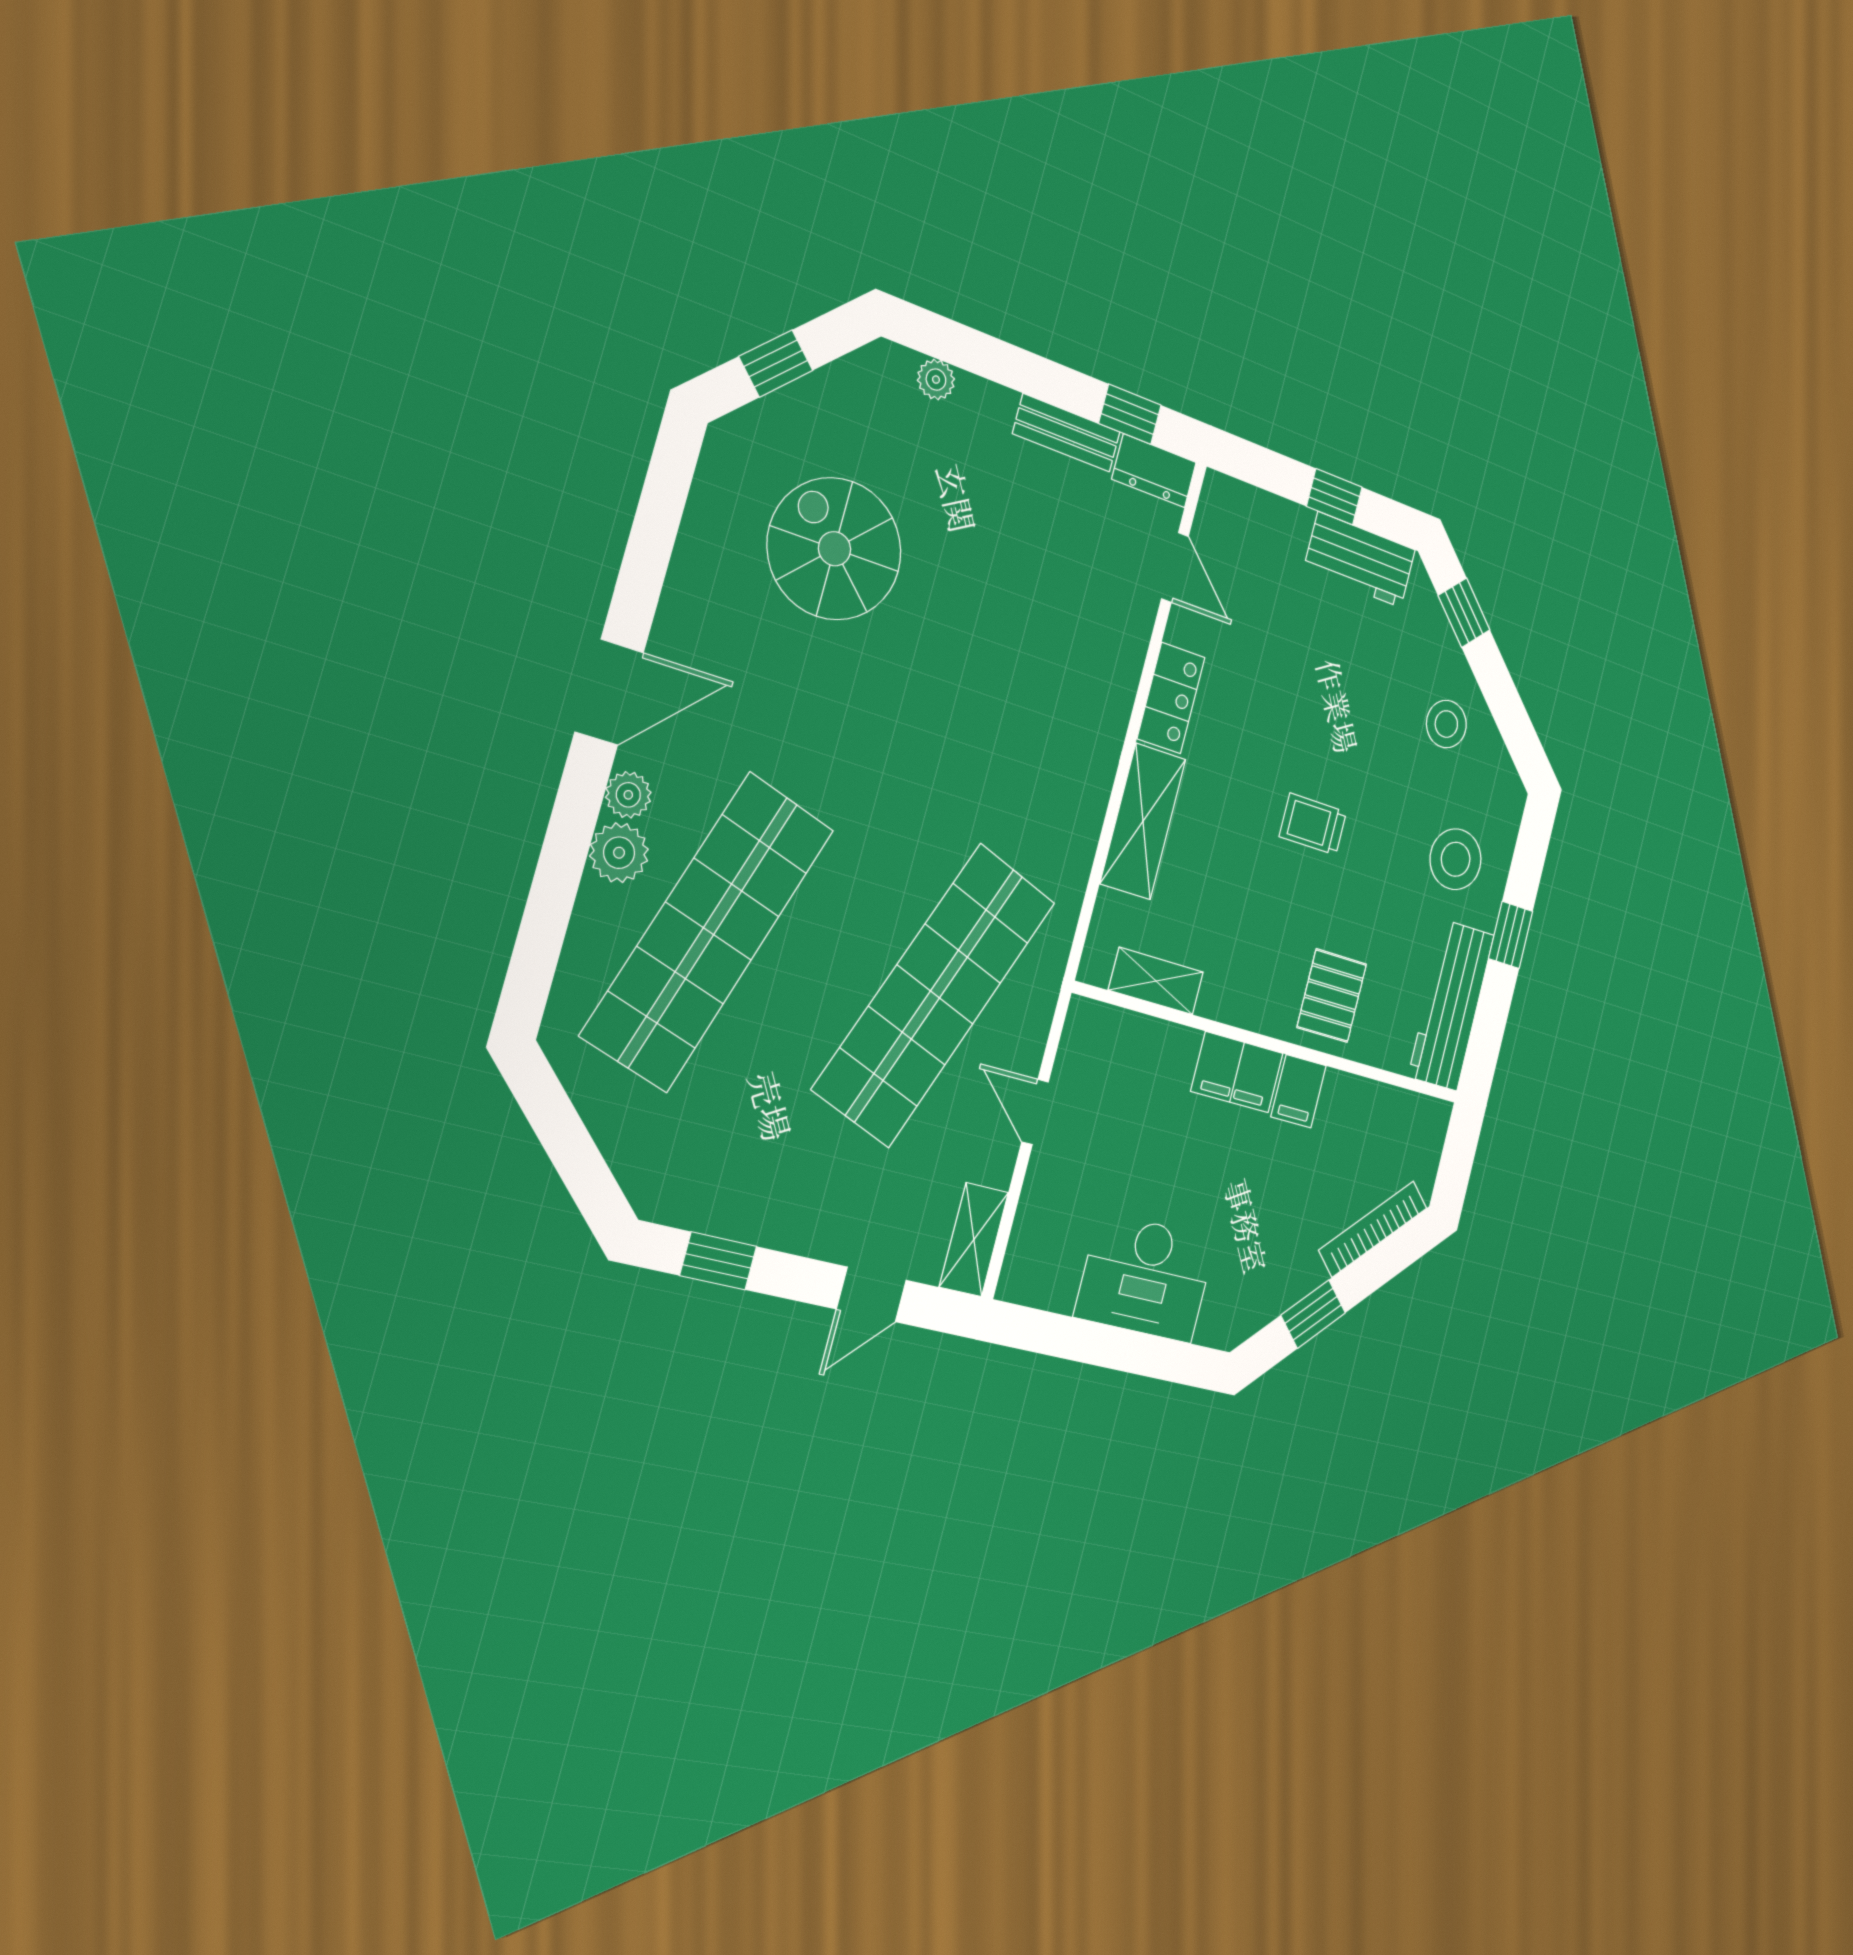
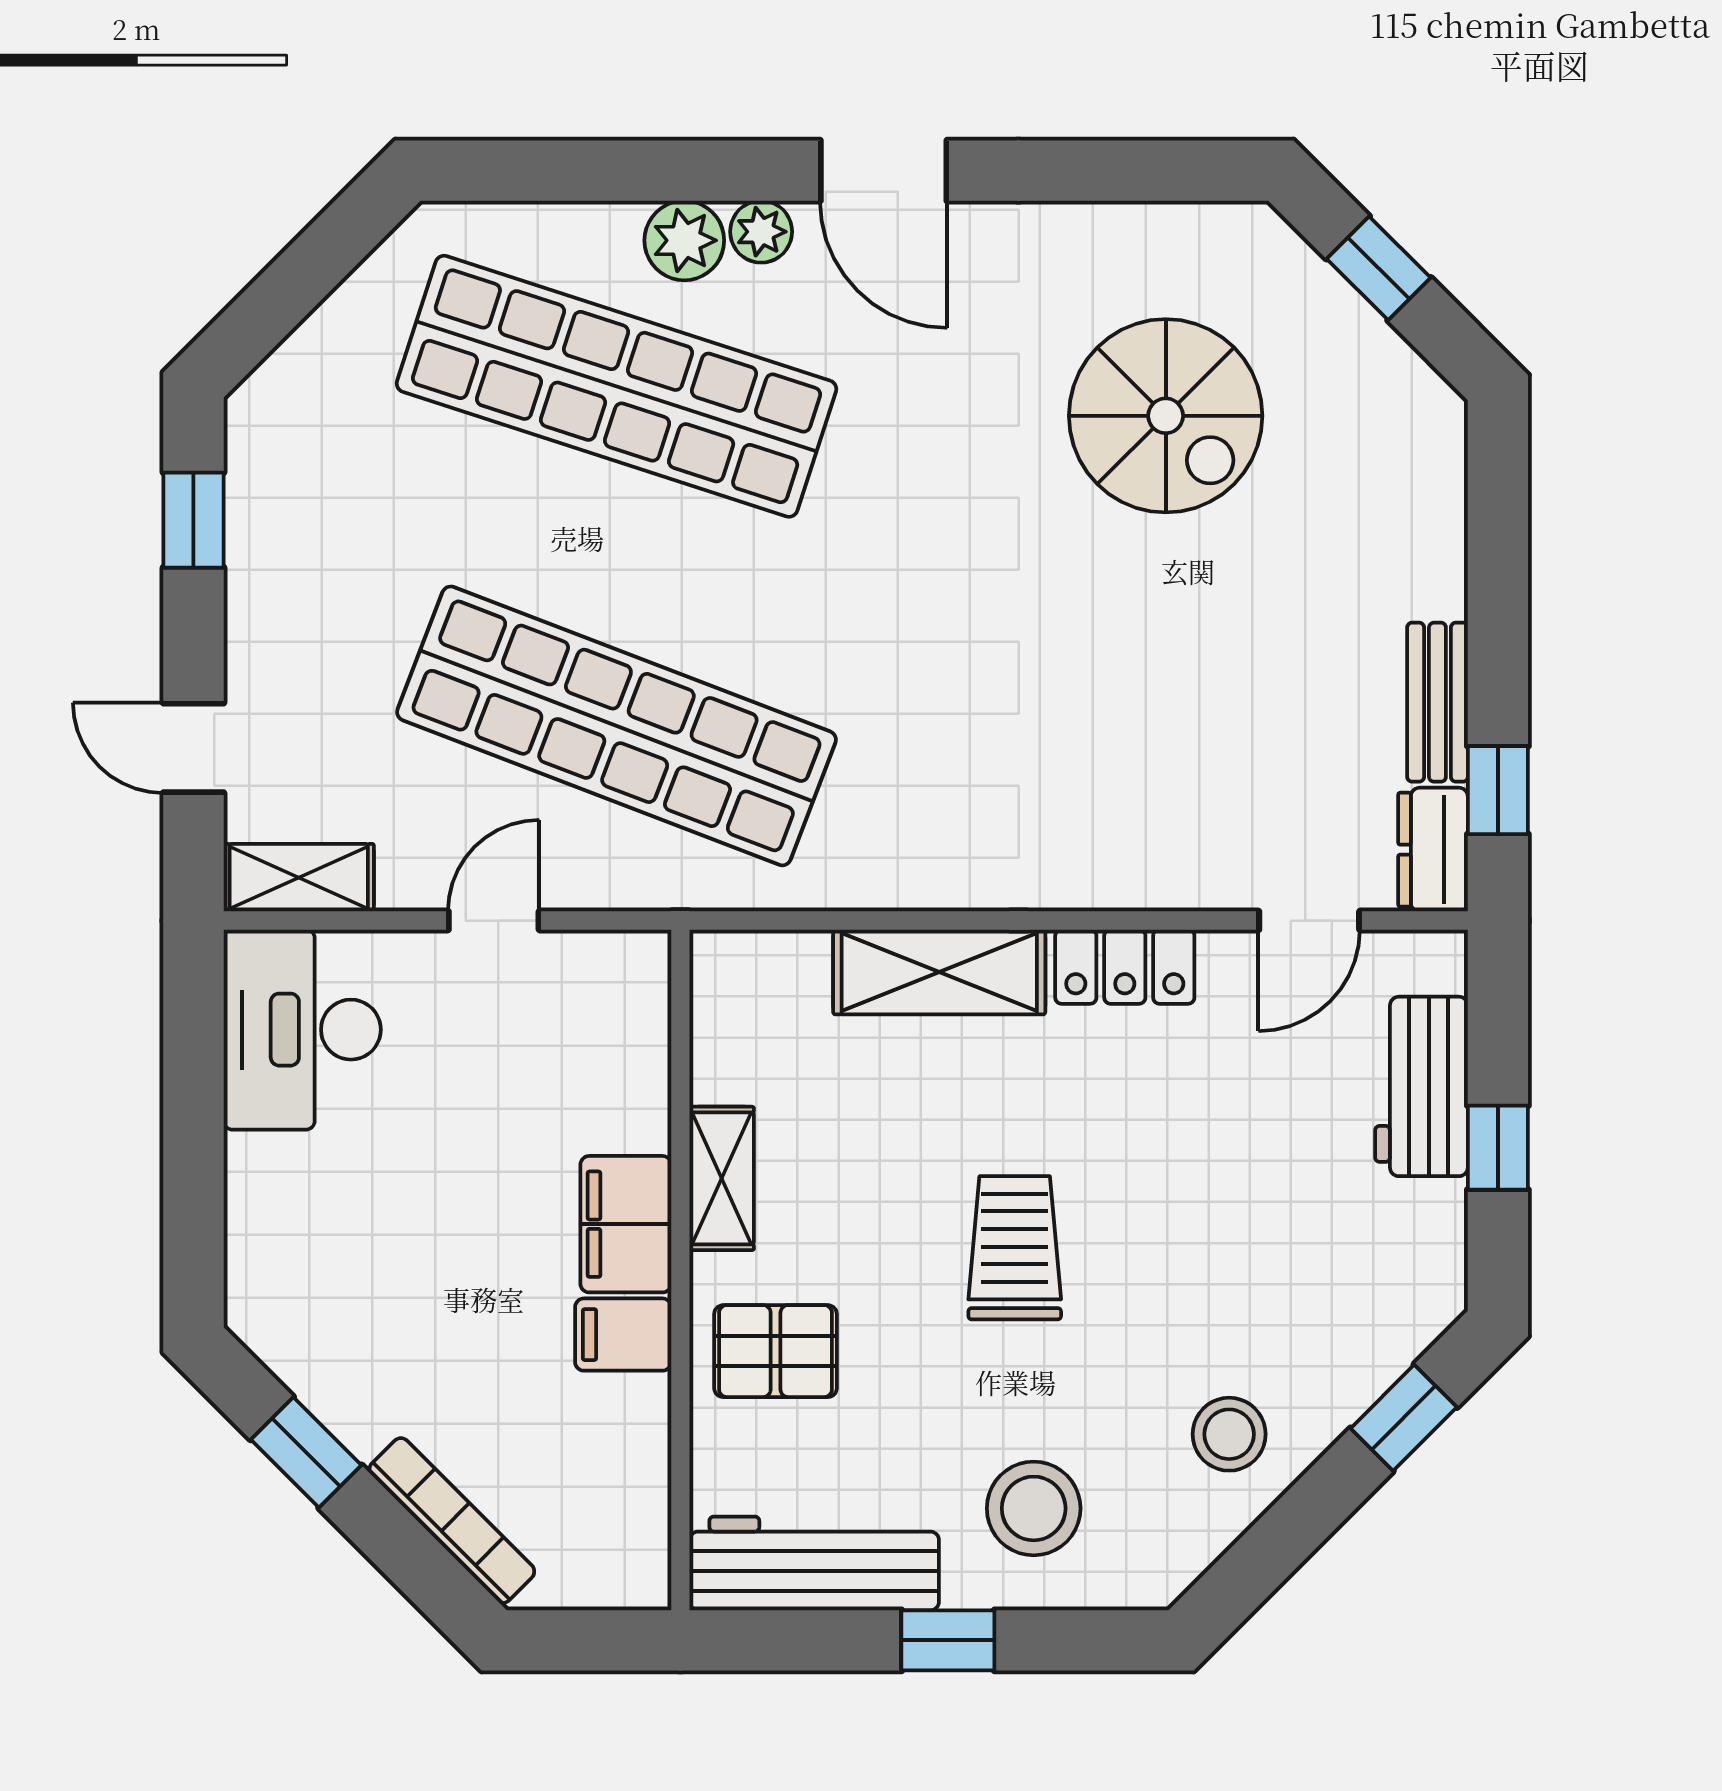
plant: (936, 380) -> (1440, 493), removed
spiral stairs: (835, 549) -> (1166, 416), turned 90
workbench: (1360, 560) -> (1421, 1086), moved
trolley: (1313, 824) -> (1015, 1248), width x1.36, depth x1.39
shelving: (1156, 981) -> (722, 1178), moved
desk: (1146, 1277) -> (302, 1030), moved

